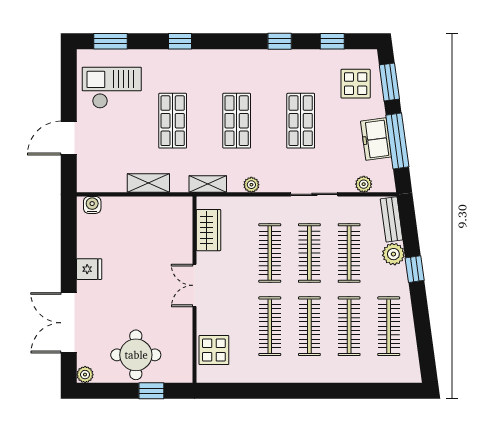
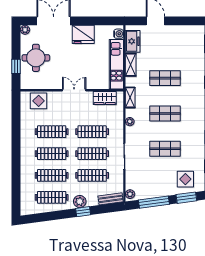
checkout: (112, 88) -> (183, 45), removed
freezer: (376, 139) -> (133, 41), moved, turned 98
plant: (364, 184) -> (130, 194), moved
kitchen unit: (147, 209) -> (116, 64), added
plant: (393, 254) -> (80, 202), moved
fridge: (89, 269) -> (83, 34), width x1.88, depth x1.34

